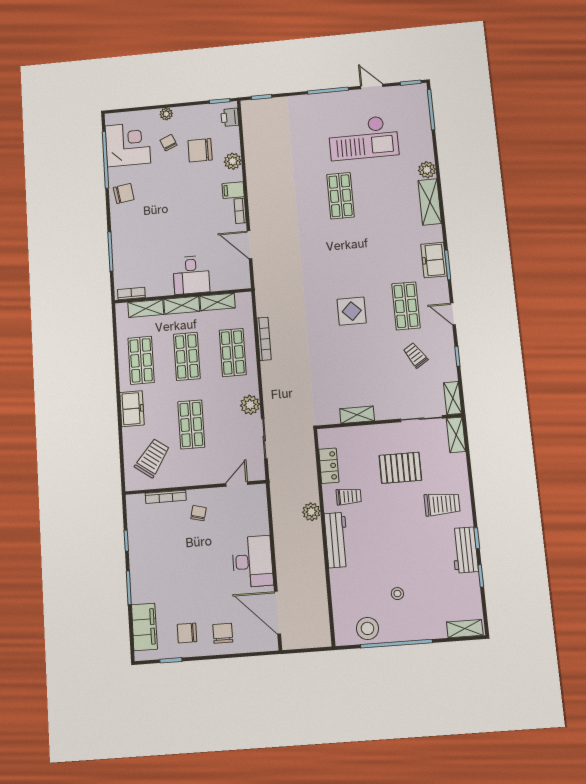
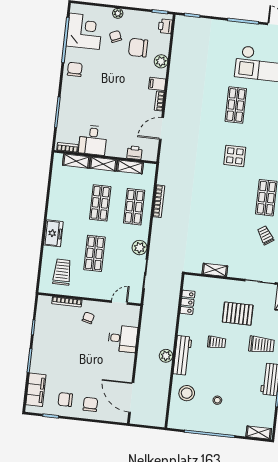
chair: (124, 193) -> (75, 69), turned -81
door: (250, 245) -> (161, 129), hinge flipped
desk: (191, 275) -> (93, 140), moved
printer: (220, 283) -> (134, 153), added
display table: (352, 311) -> (235, 156), moved
shop shelf: (141, 360) -> (66, 199), removed
trolley: (152, 458) -> (62, 272), turned -36
trolley: (349, 496) -> (217, 342), moved
plant: (311, 512) -> (166, 356), moved
desk: (252, 561) -> (123, 339), moved, width x0.73
stool: (367, 628) -> (187, 393), moved

